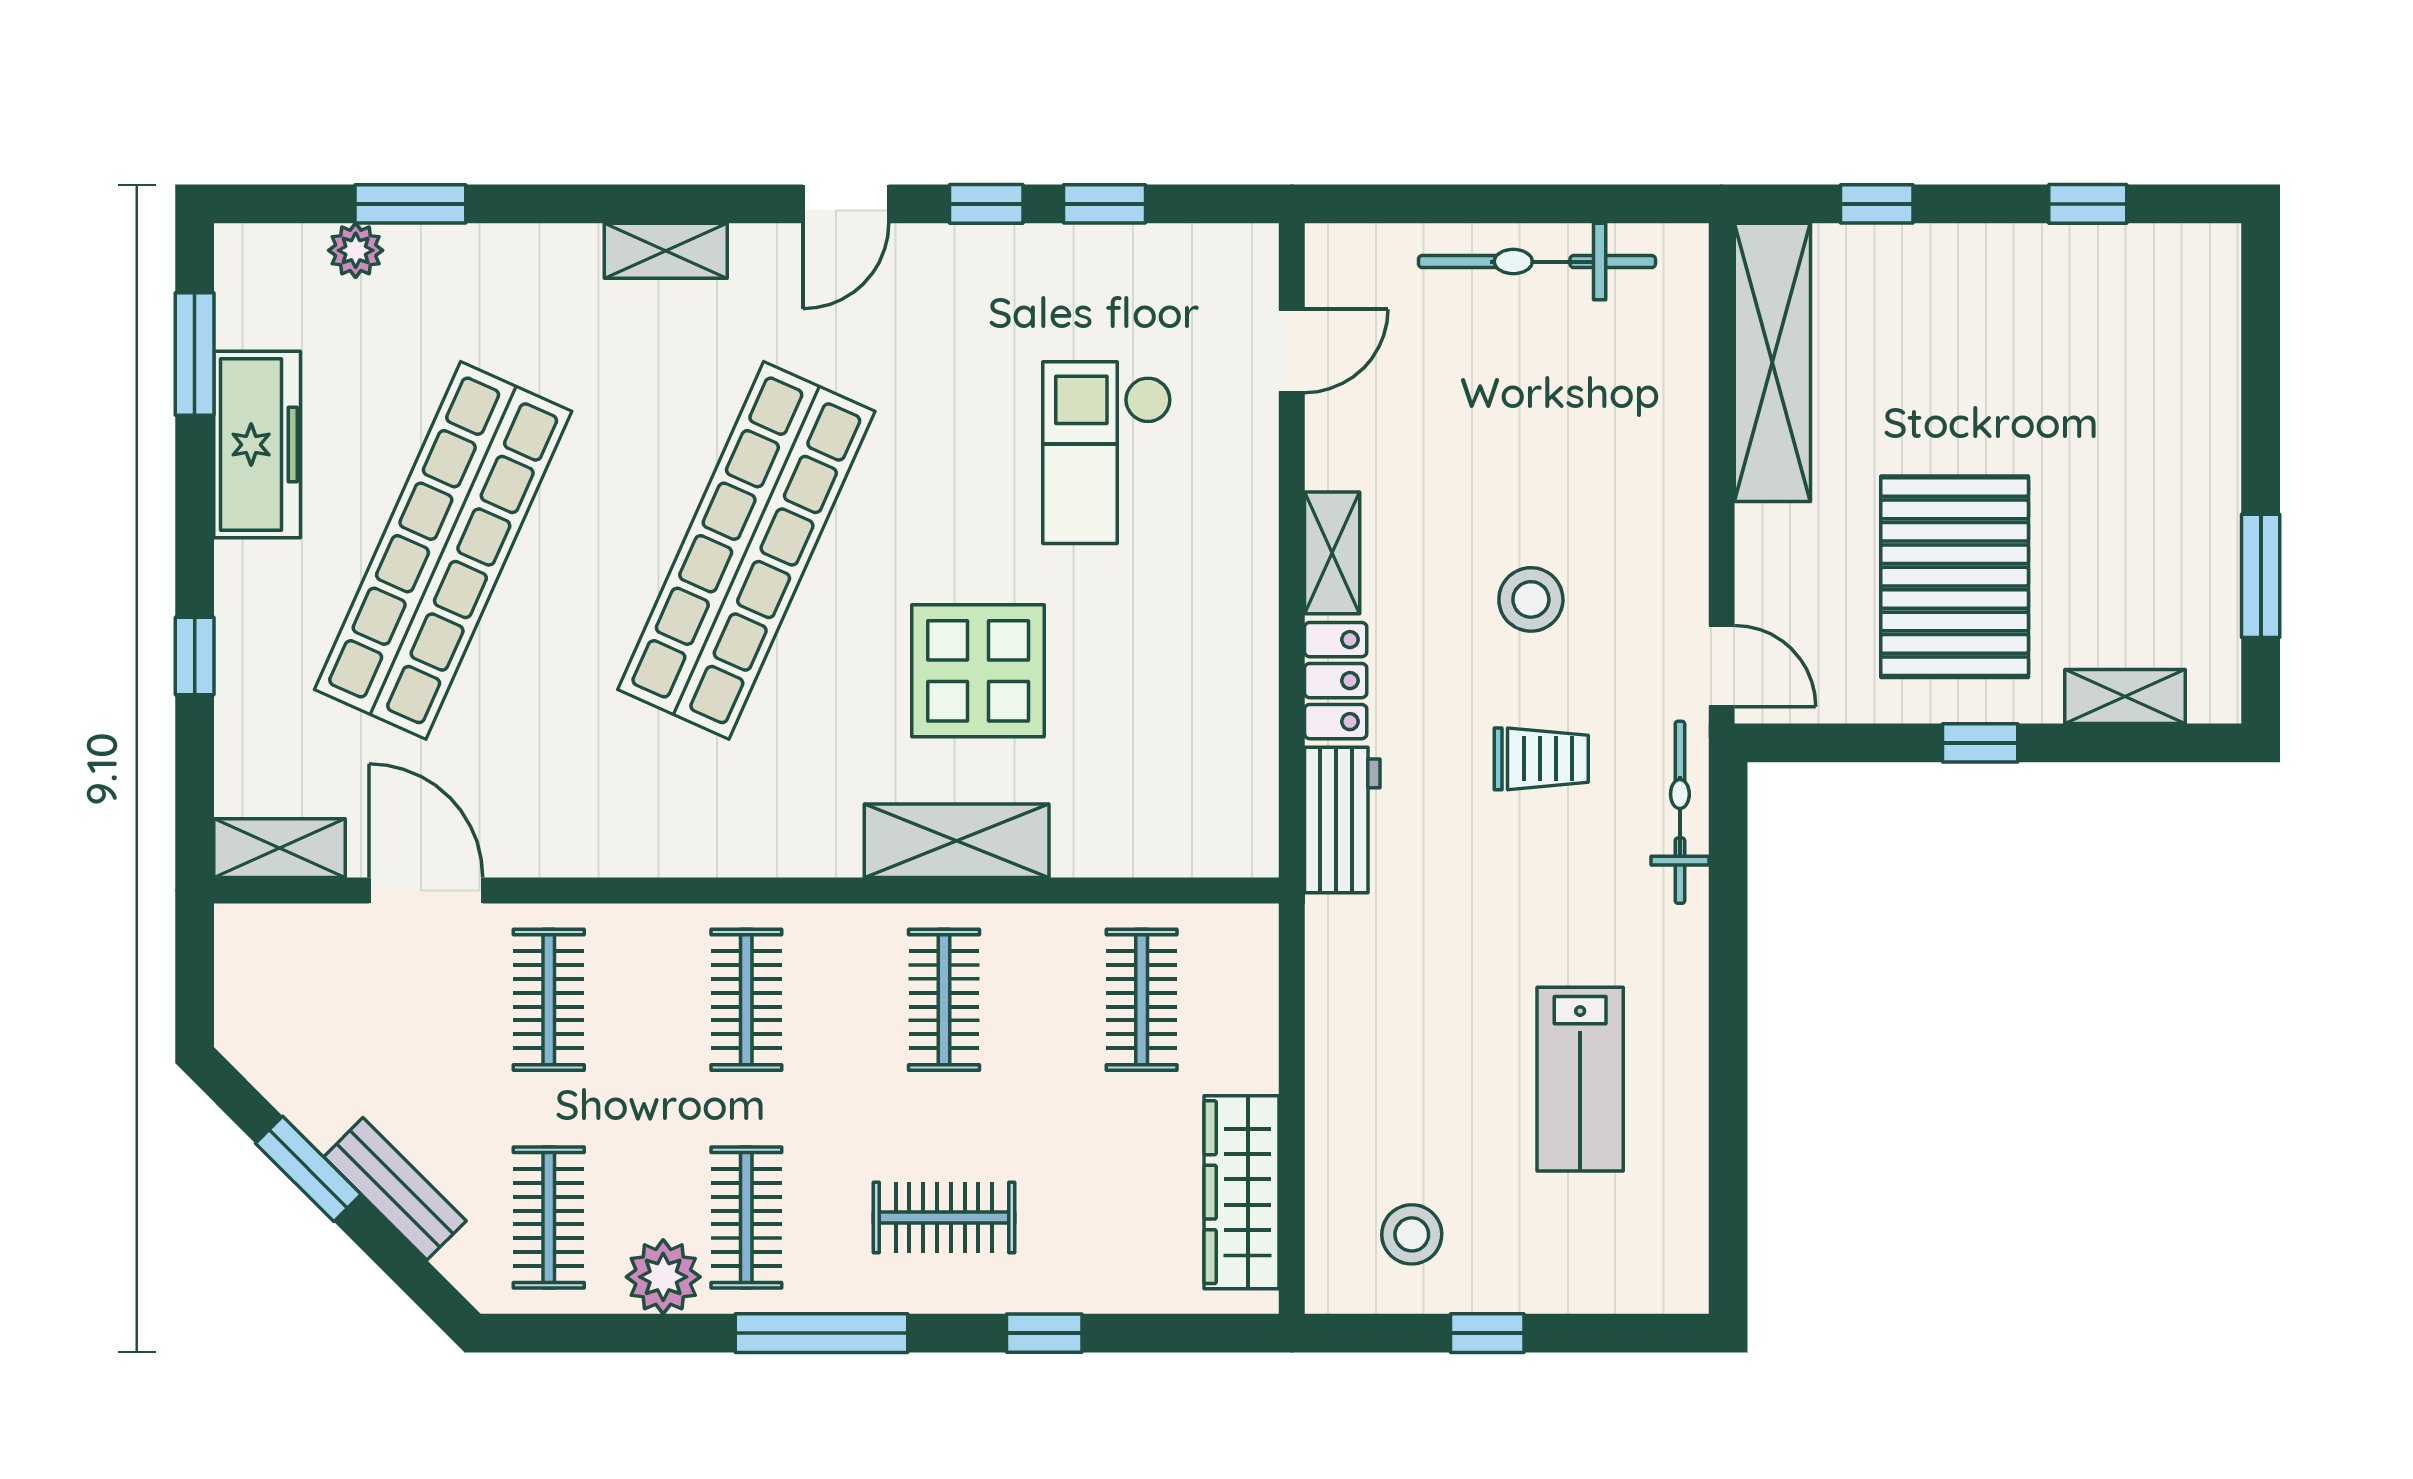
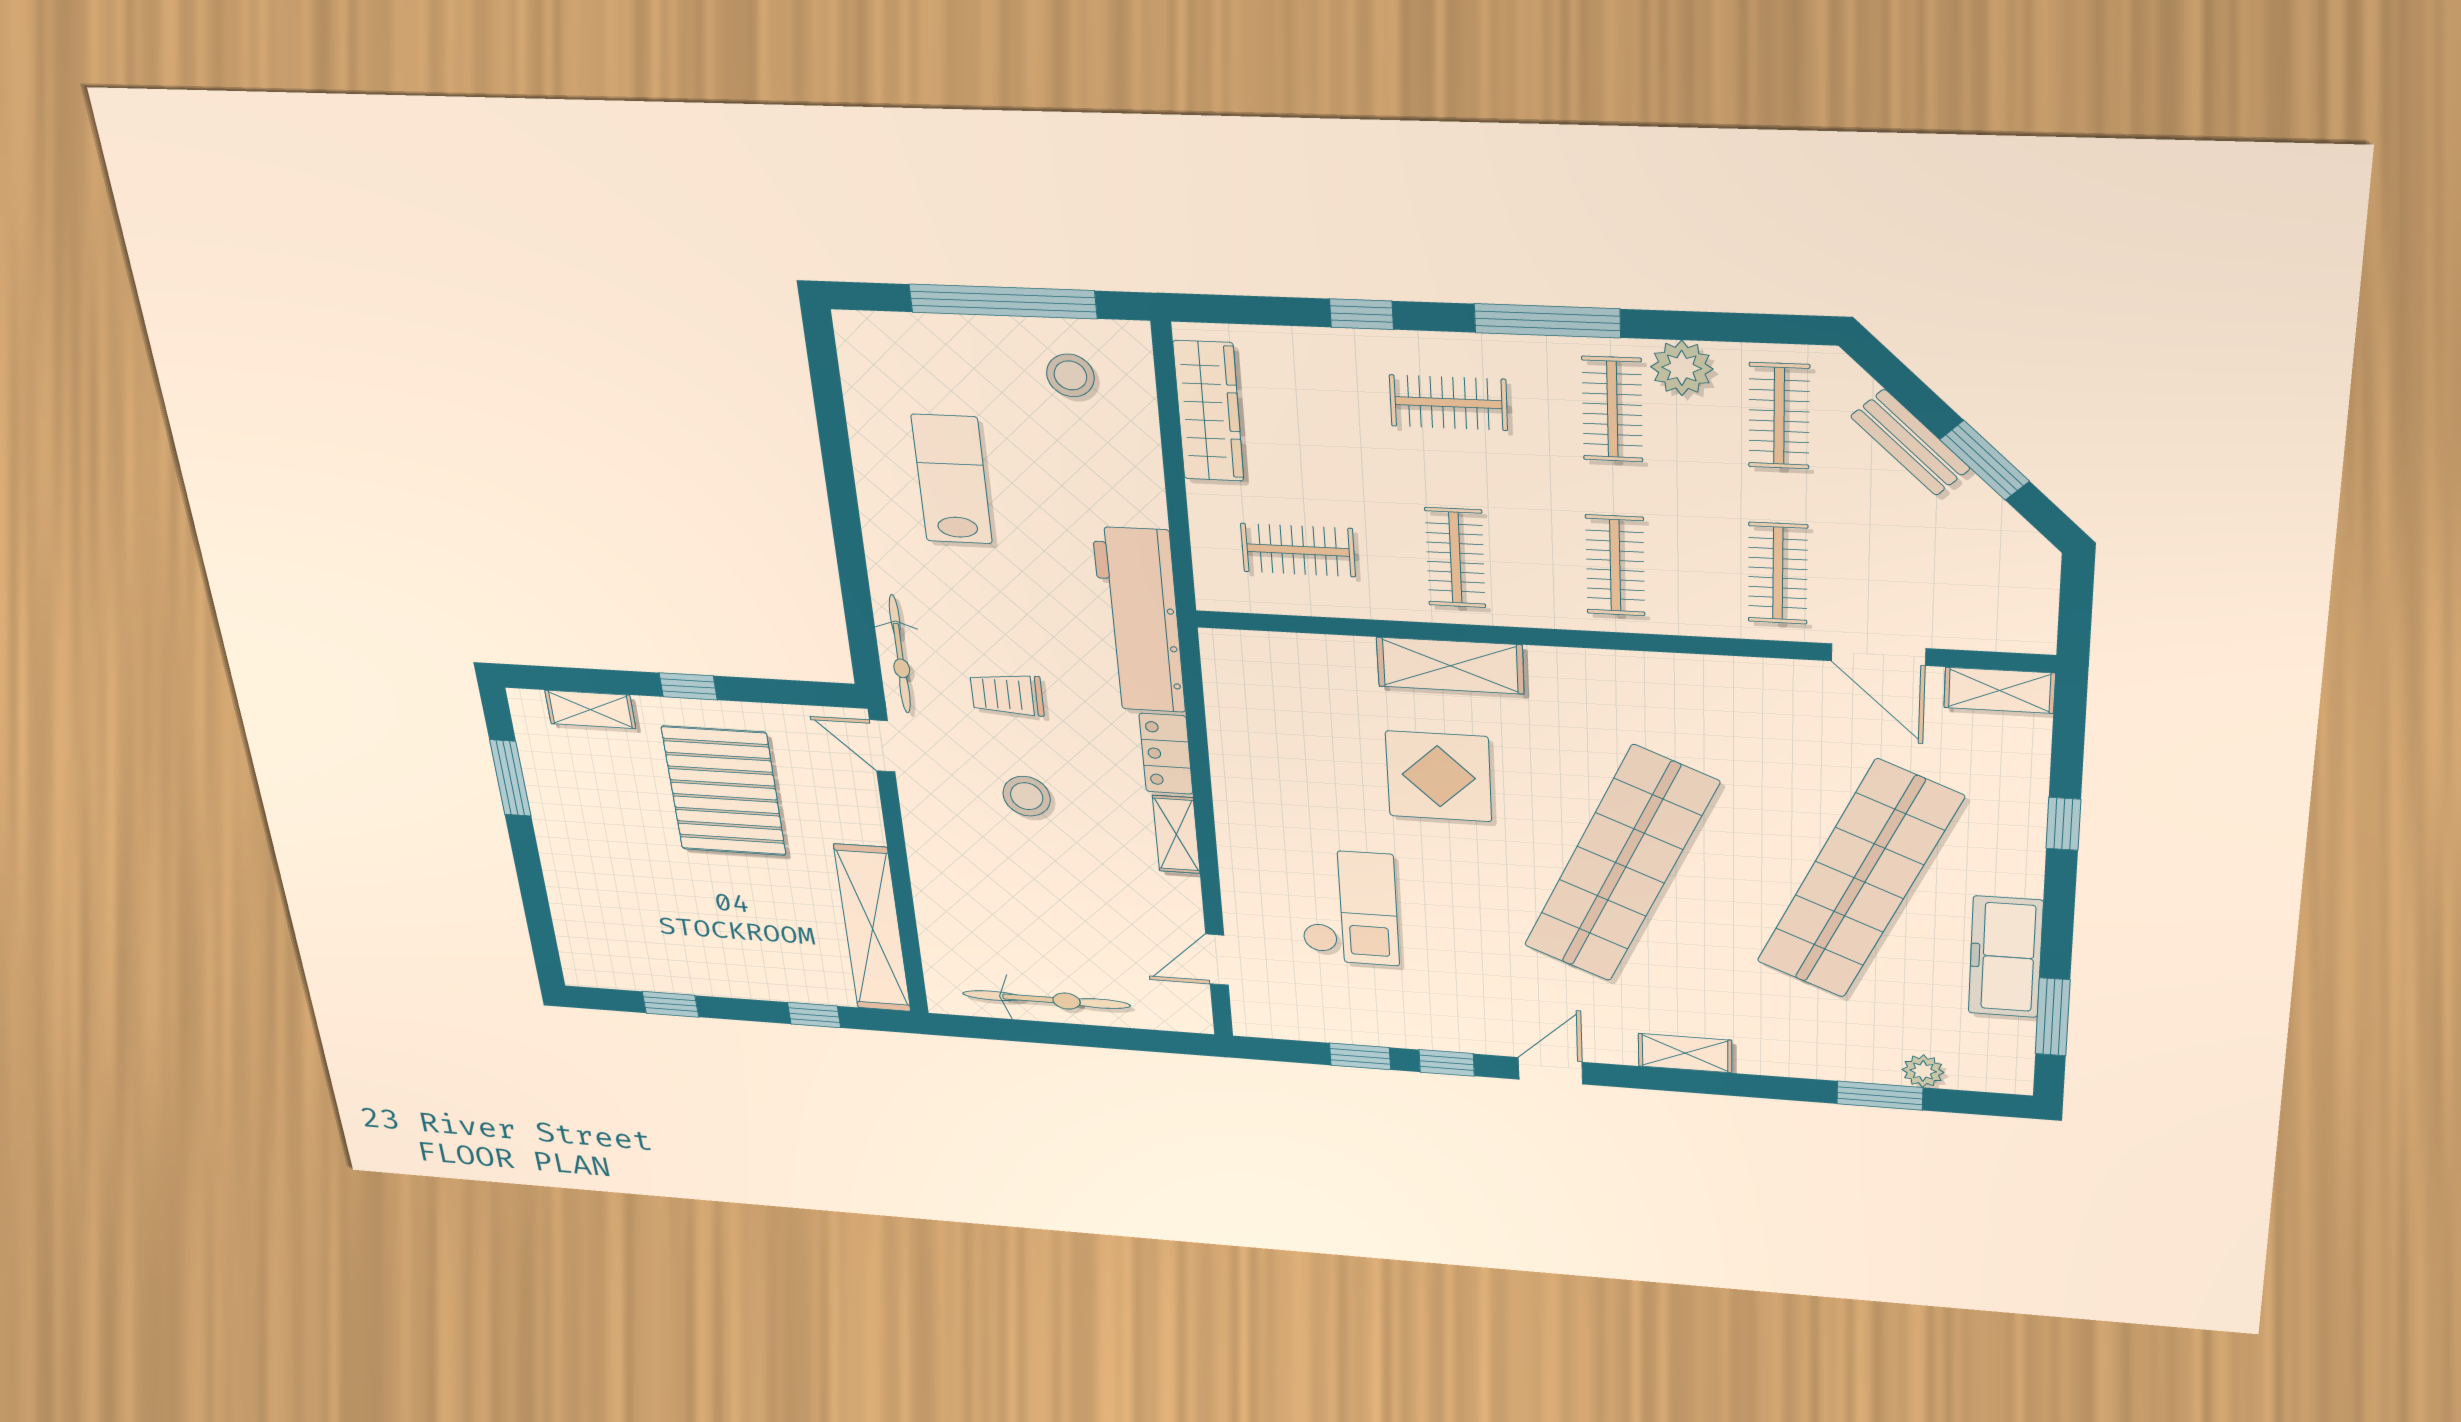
workbench: (1342, 820) -> (1139, 620), width x1.88, depth x1.32
clothes rail: (1142, 1000) -> (1298, 550), turned 90
window: (1487, 1333) -> (1003, 301), width x3.17

